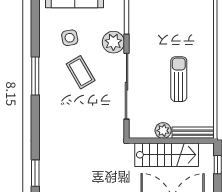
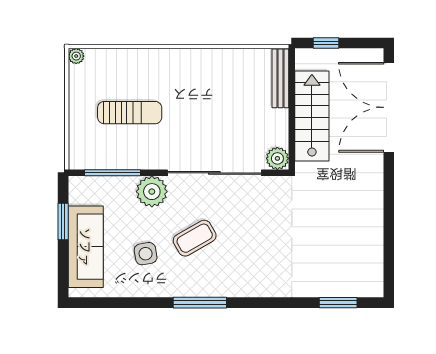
sun lounger: (179, 79) -> (130, 113), moved, turned 180
plant: (163, 131) -> (277, 158), moved

